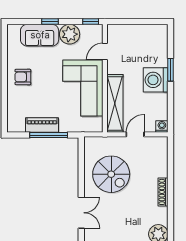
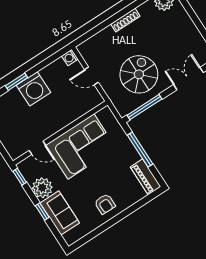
shelving: (115, 103) -> (76, 111), removed
piano: (42, 125) -> (146, 177), moved
window: (81, 161) -> (145, 107), added

